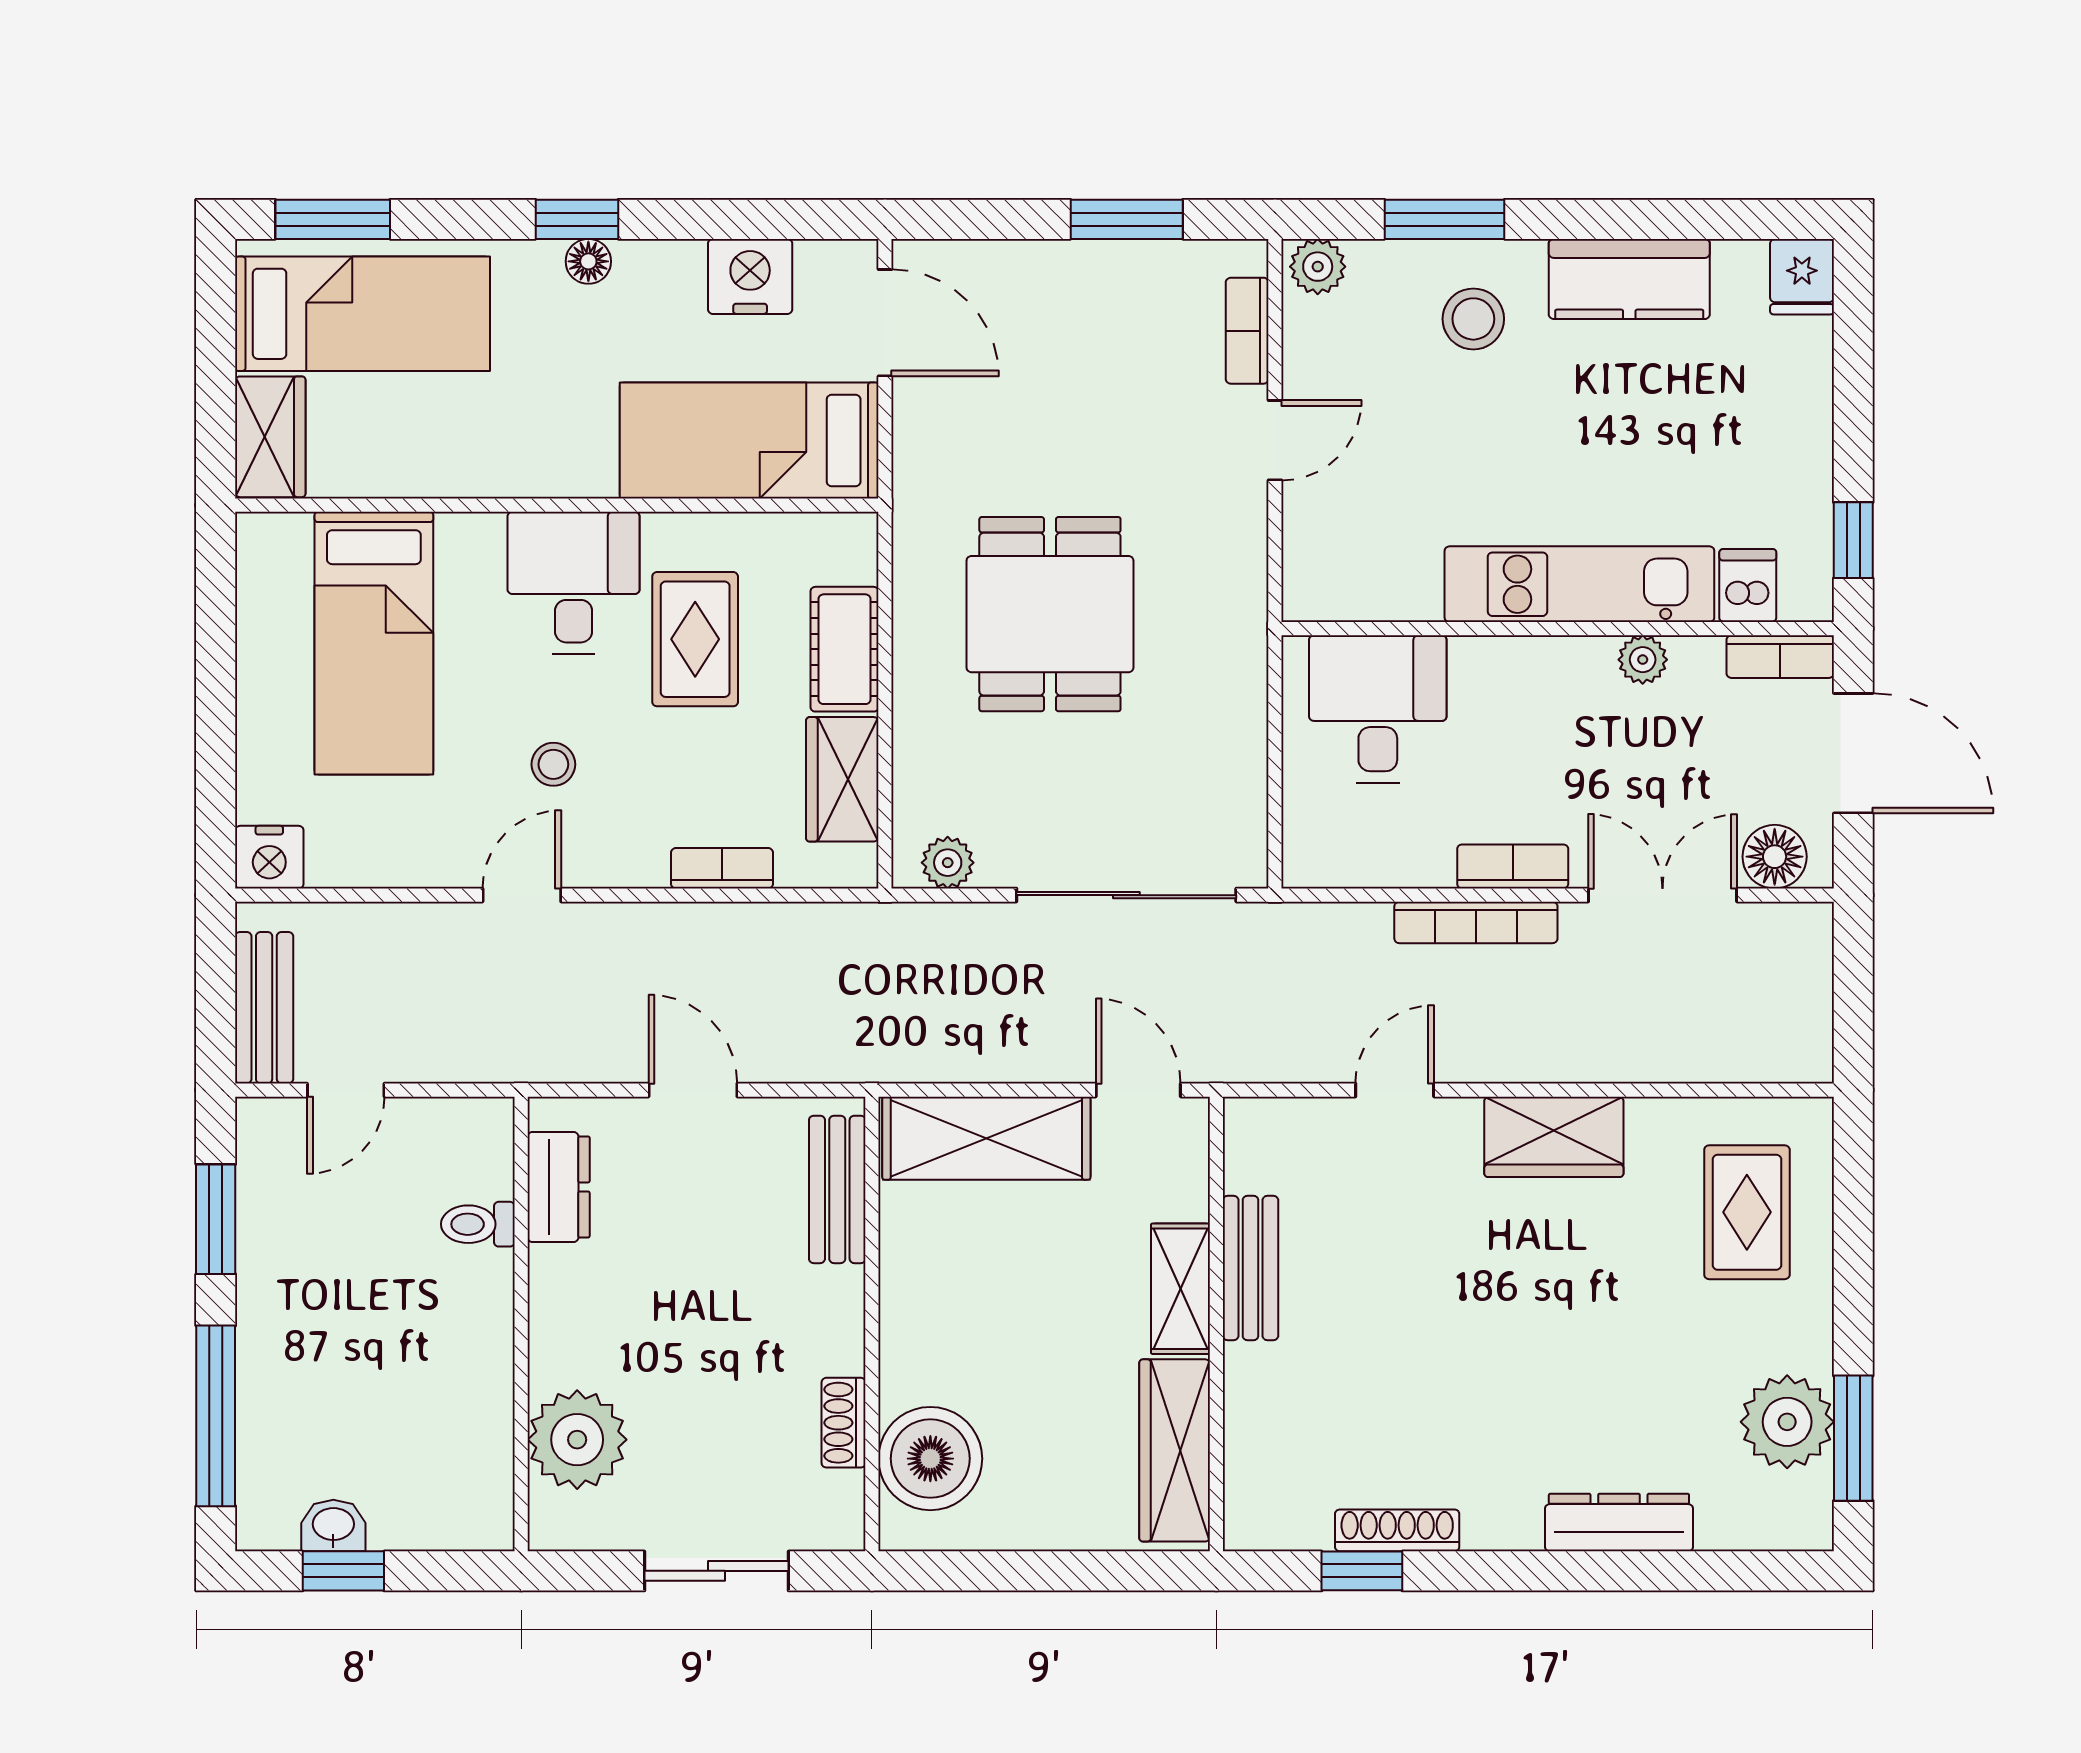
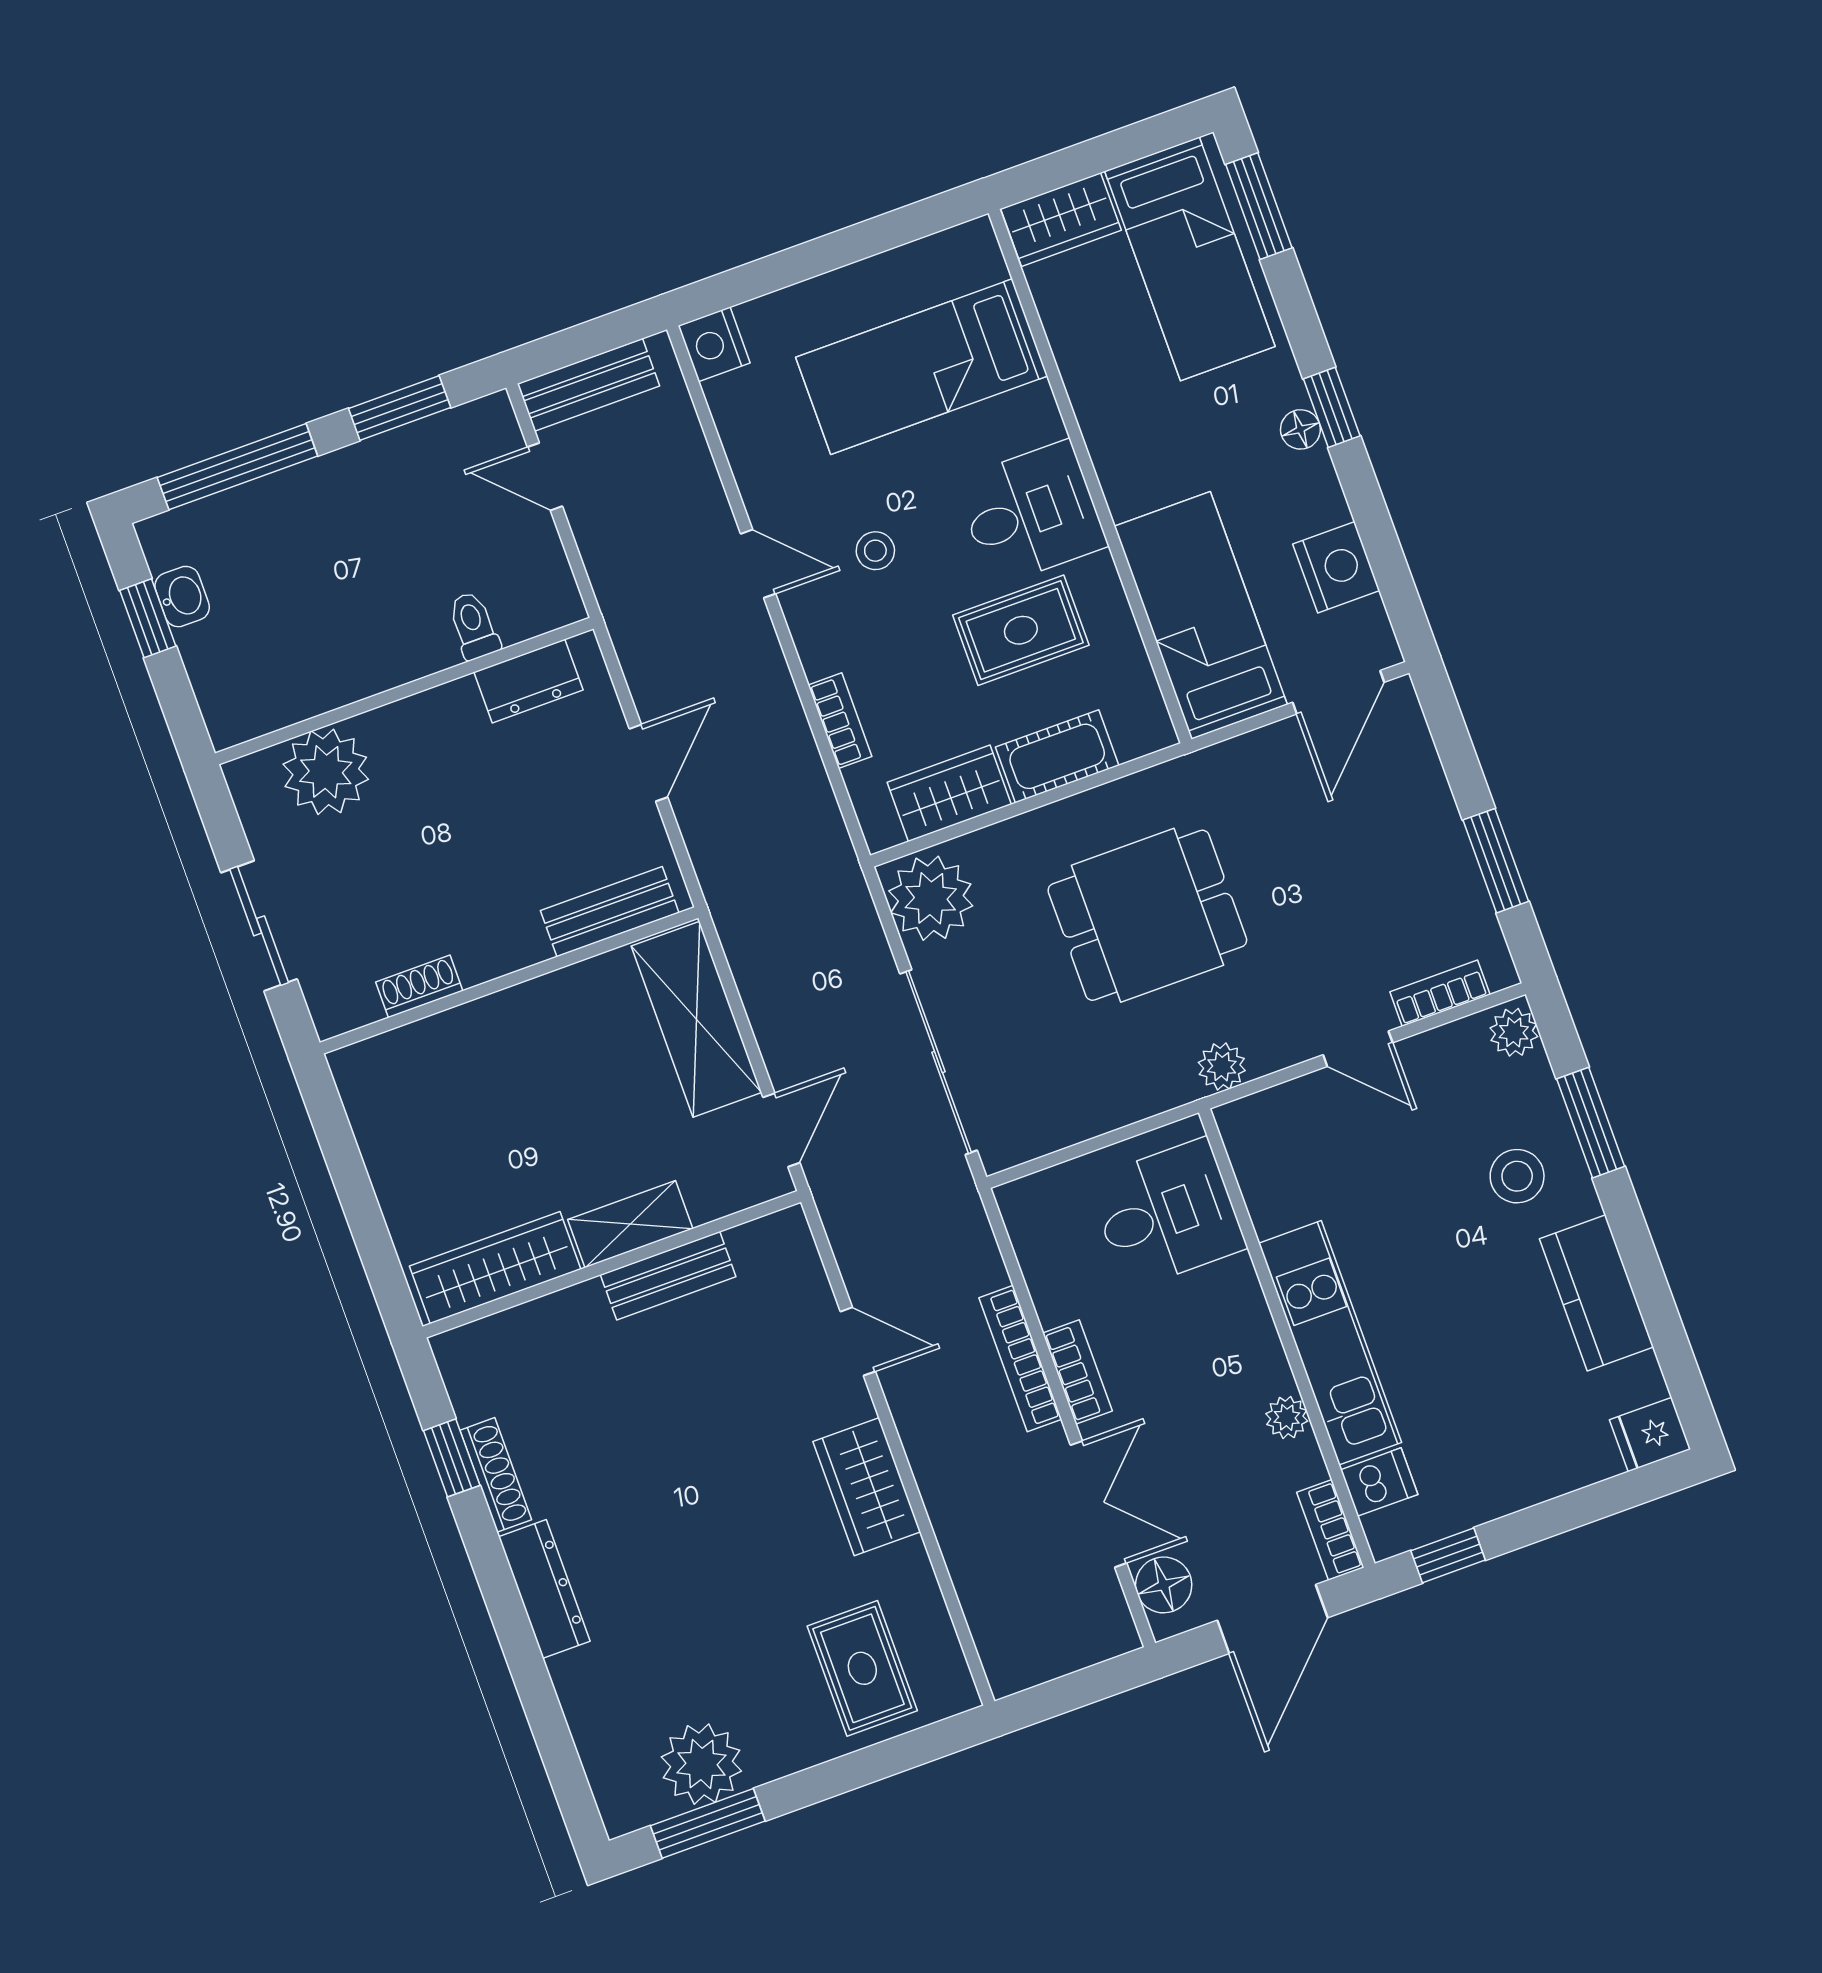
plant: (1241, 593) -> (1222, 1066), added
plant: (948, 863) -> (931, 898), width x1.88, depth x1.88
rug: (1747, 1212) -> (862, 1668), turned 90
boiler: (930, 1459) -> (416, 1069), removed
dresser: (1619, 1523) -> (544, 1589), moved

